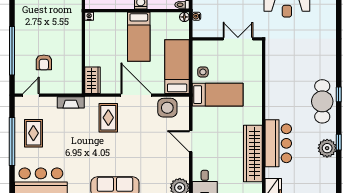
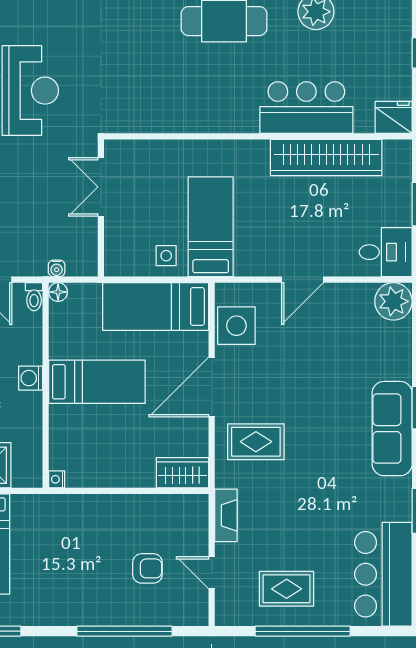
door: (31, 95) -> (212, 573), moved

